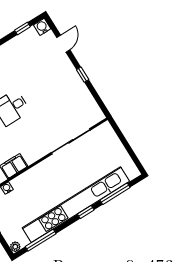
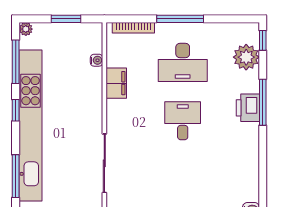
window: (22, 29) -> (263, 188), removed
window: (86, 212) -> (16, 110), moved

